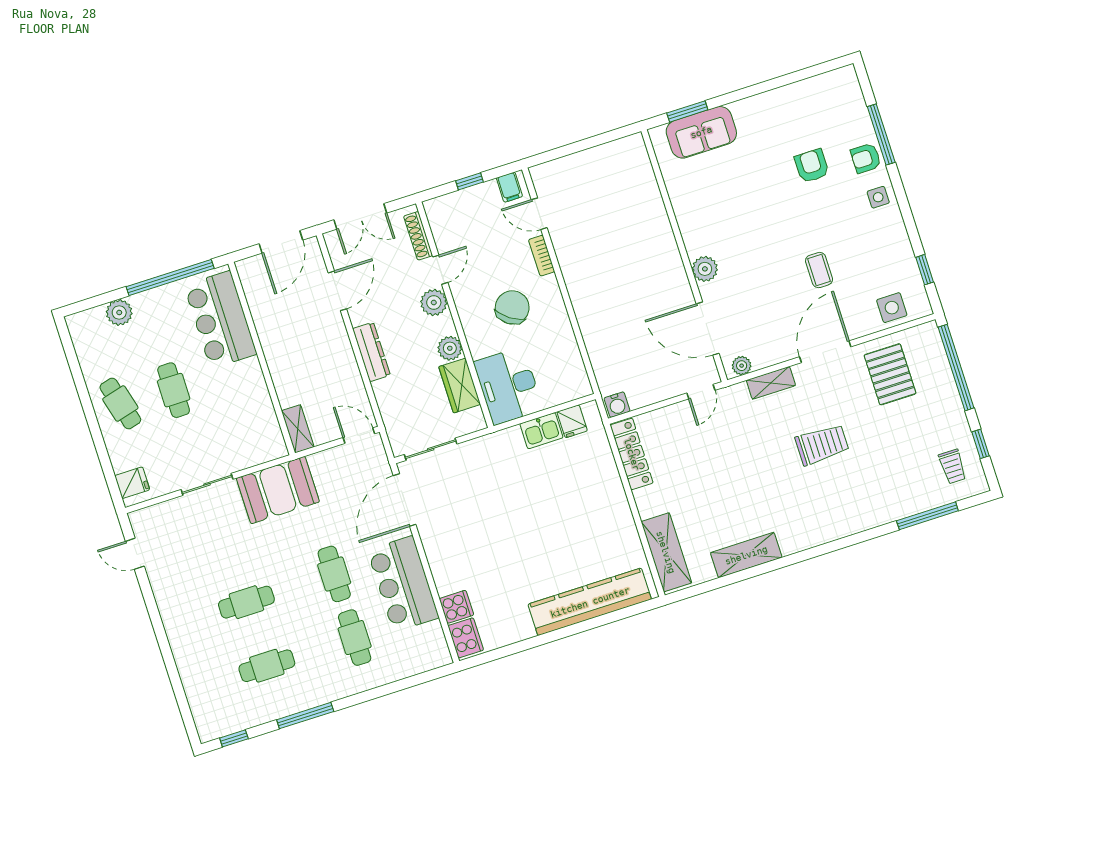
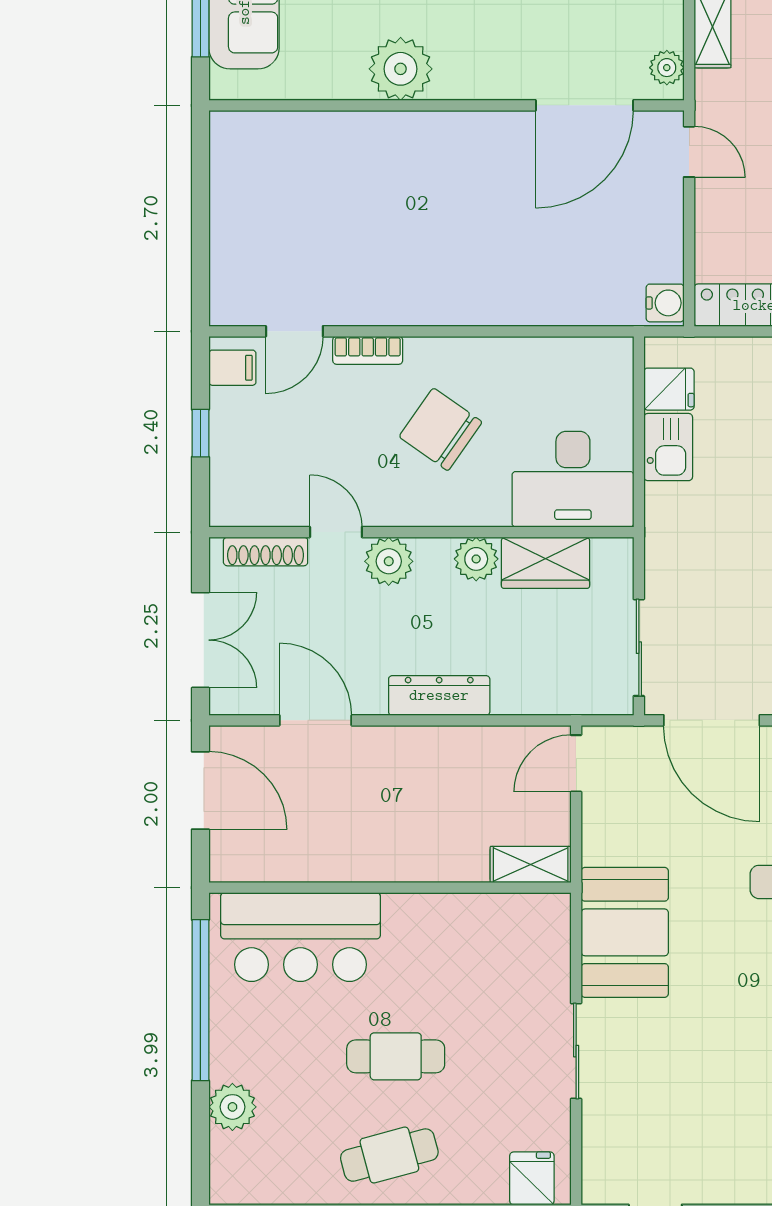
plant: (705, 269) -> (401, 69), moved, width x1.36, depth x1.36

